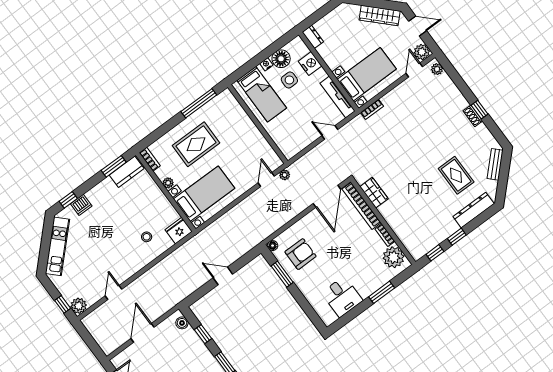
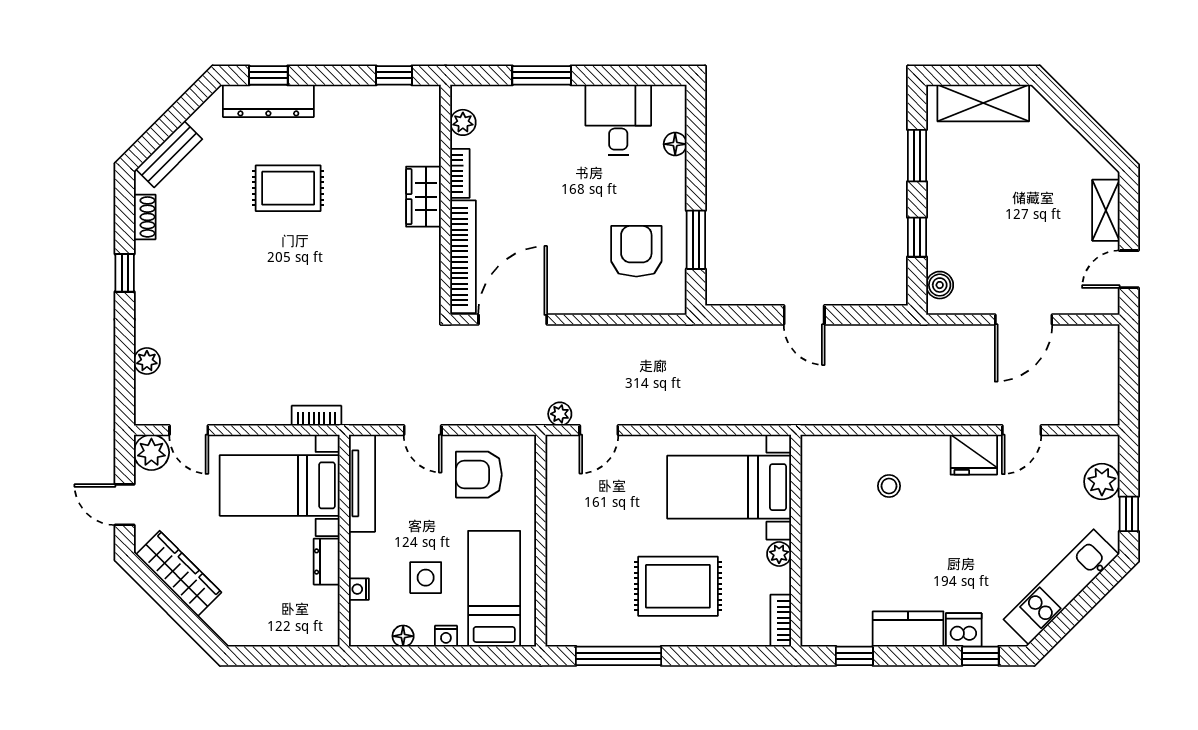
dresser: (313, 37) -> (327, 562), moved
floor lamp: (281, 59) -> (403, 636), width x0.53, depth x0.53
nightstand: (310, 64) -> (359, 589), width x0.53, depth x0.56
plant: (437, 69) -> (147, 361), moved
door: (414, 70) -> (189, 430), hinge flipped
shoe rack: (473, 116) -> (145, 217), moved
armchair: (298, 131) -> (479, 475), added
window: (114, 166) -> (854, 656), width x0.67
kitchen counter: (127, 172) -> (908, 629), moved
rug: (456, 175) -> (288, 188), moved, turned 90
wardrobe: (374, 193) -> (424, 197), moved
fridge: (179, 231) -> (974, 455), moved
window: (457, 237) -> (268, 75), moved
floor lamp: (273, 246) -> (675, 144), moved
armchair: (301, 254) -> (636, 251), turned 90
plant: (393, 257) -> (463, 122), width x0.53, depth x0.53
window: (63, 304) -> (1129, 514), moved
plant: (79, 306) -> (1102, 482), moved

